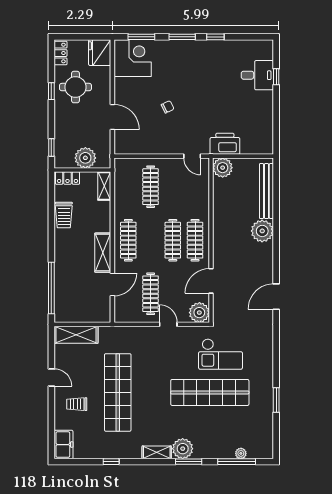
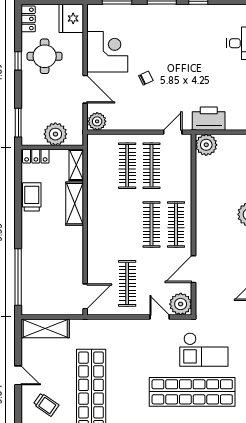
corner desk: (133, 58) -> (107, 52), moved
plant: (123, 146) -> (97, 121), added
window: (51, 147) -> (18, 123), width x1.50
door: (192, 156) -> (173, 132), swing flipped
trolley: (64, 215) -> (32, 197), turned 180
clothes rail: (128, 240) -> (152, 166), moved
shelving: (103, 253) -> (75, 204), moved
door: (112, 284) -> (85, 296), moved
door: (168, 324) -> (160, 317), moved
trolley: (77, 404) -> (46, 405), turned -145

